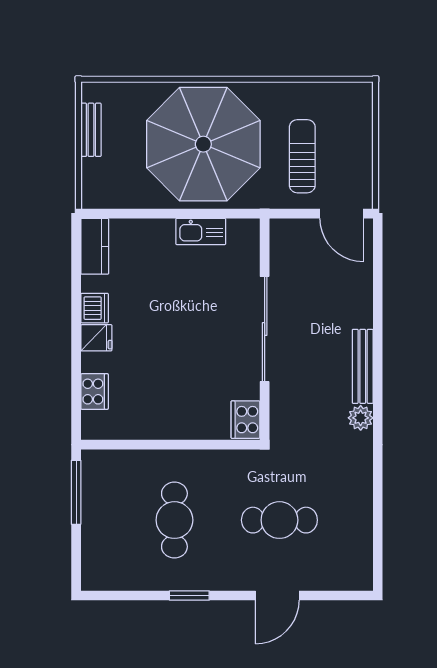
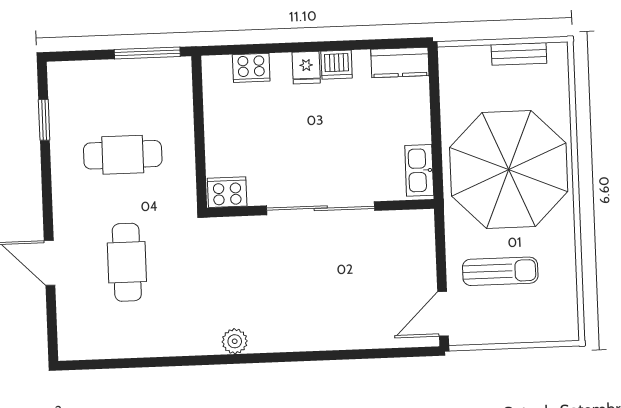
sliding door: (265, 329) -> (321, 208), moved
wall: (265, 329) -> (321, 208), moved
bench: (363, 366) -> (287, 341), removed
cooker: (245, 420) -> (227, 192), moved
window: (189, 595) -> (44, 120), moved

